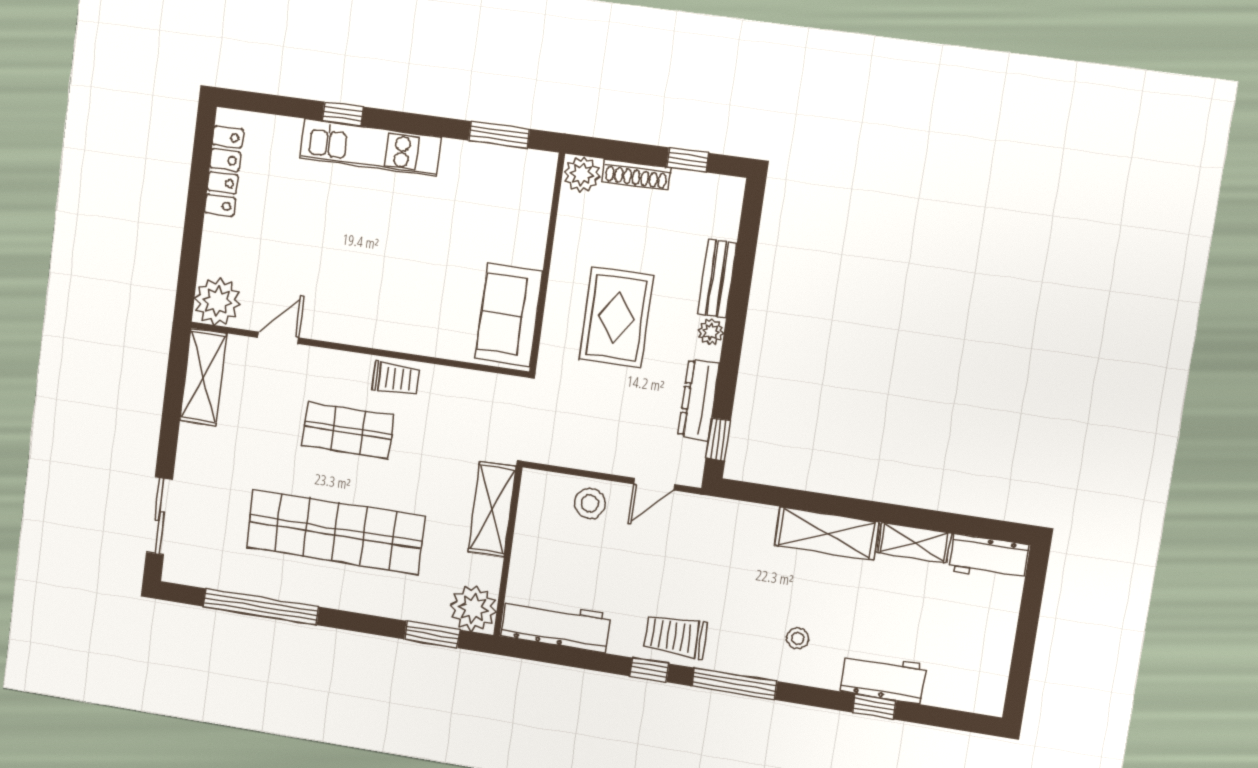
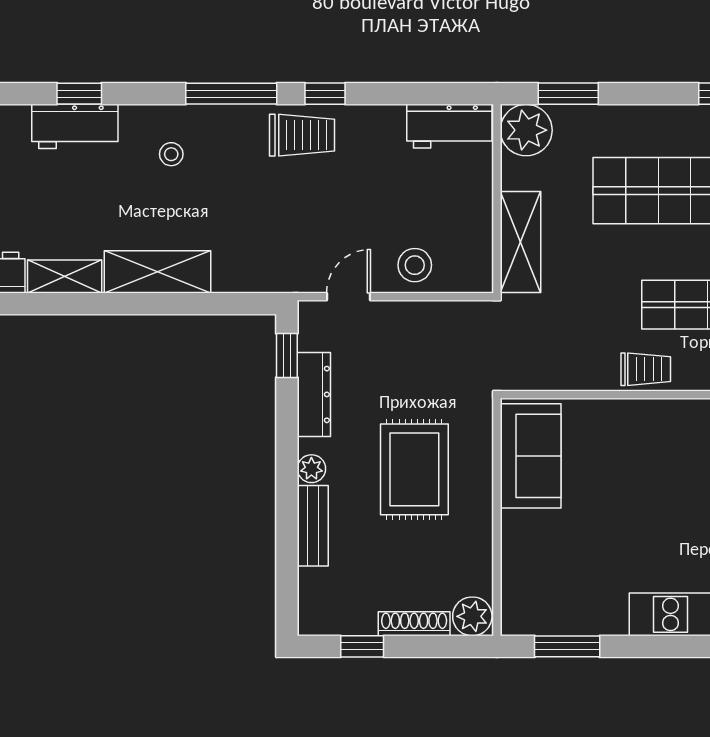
trolley: (395, 378) -> (646, 369), turned 180
workbench: (556, 625) -> (449, 126), width x0.73

